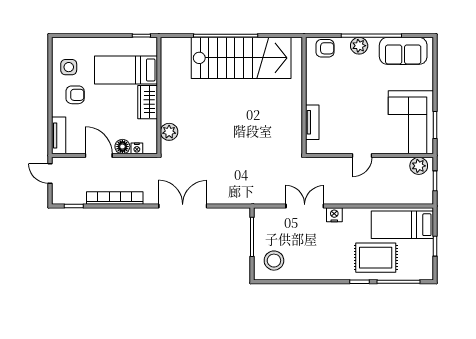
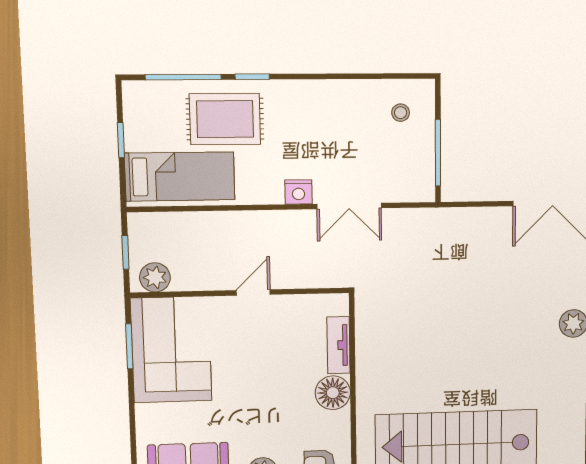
floor lamp: (316, 93) -> (333, 393), added
stool: (274, 261) -> (401, 113), width x0.53, depth x0.53

